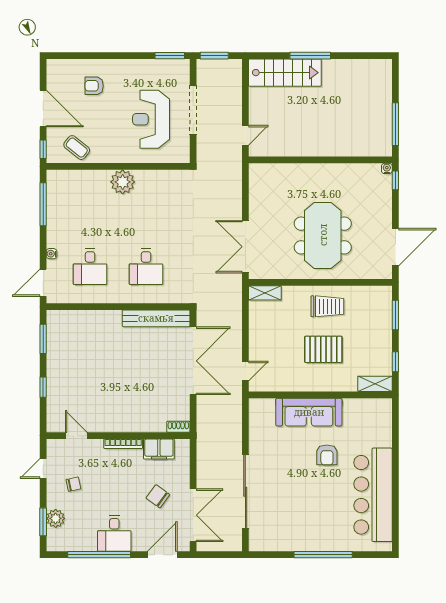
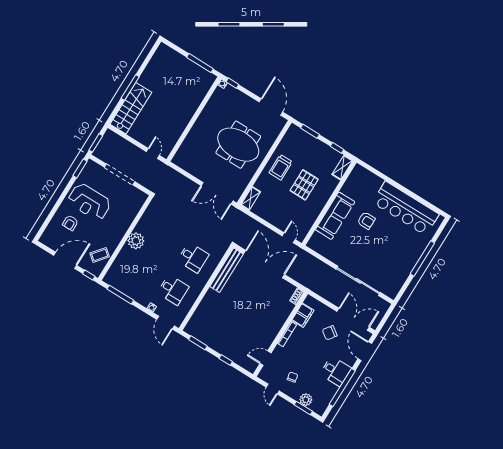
reception desk: (151, 119) -> (89, 202), moved
trolley: (327, 306) -> (281, 167), turned 180

